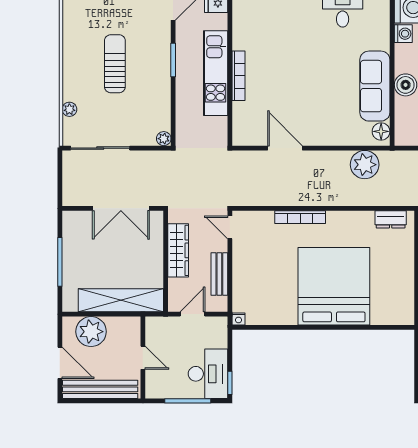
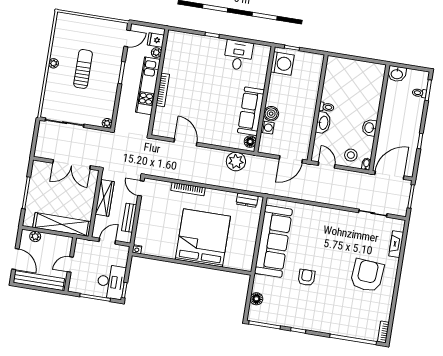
plant: (220, 22) -> (156, 53), added
washing machine: (403, 34) -> (267, 128), moved
plant: (69, 109) -> (53, 63), moved
plant: (91, 332) -> (35, 236), width x0.53, depth x0.53
door: (143, 358) -> (70, 264), swing flipped

